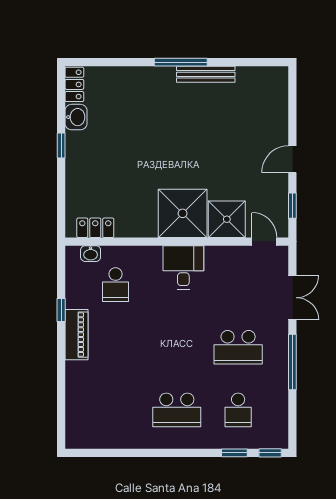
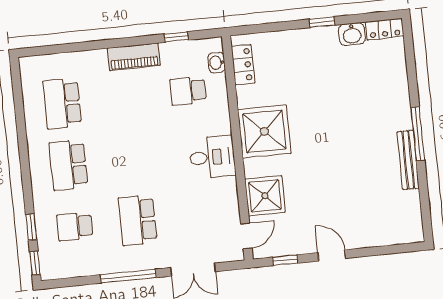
shower: (183, 213) -> (264, 131), moved
window: (61, 310) -> (176, 37), moved
school desk: (116, 410) -> (62, 104), added

